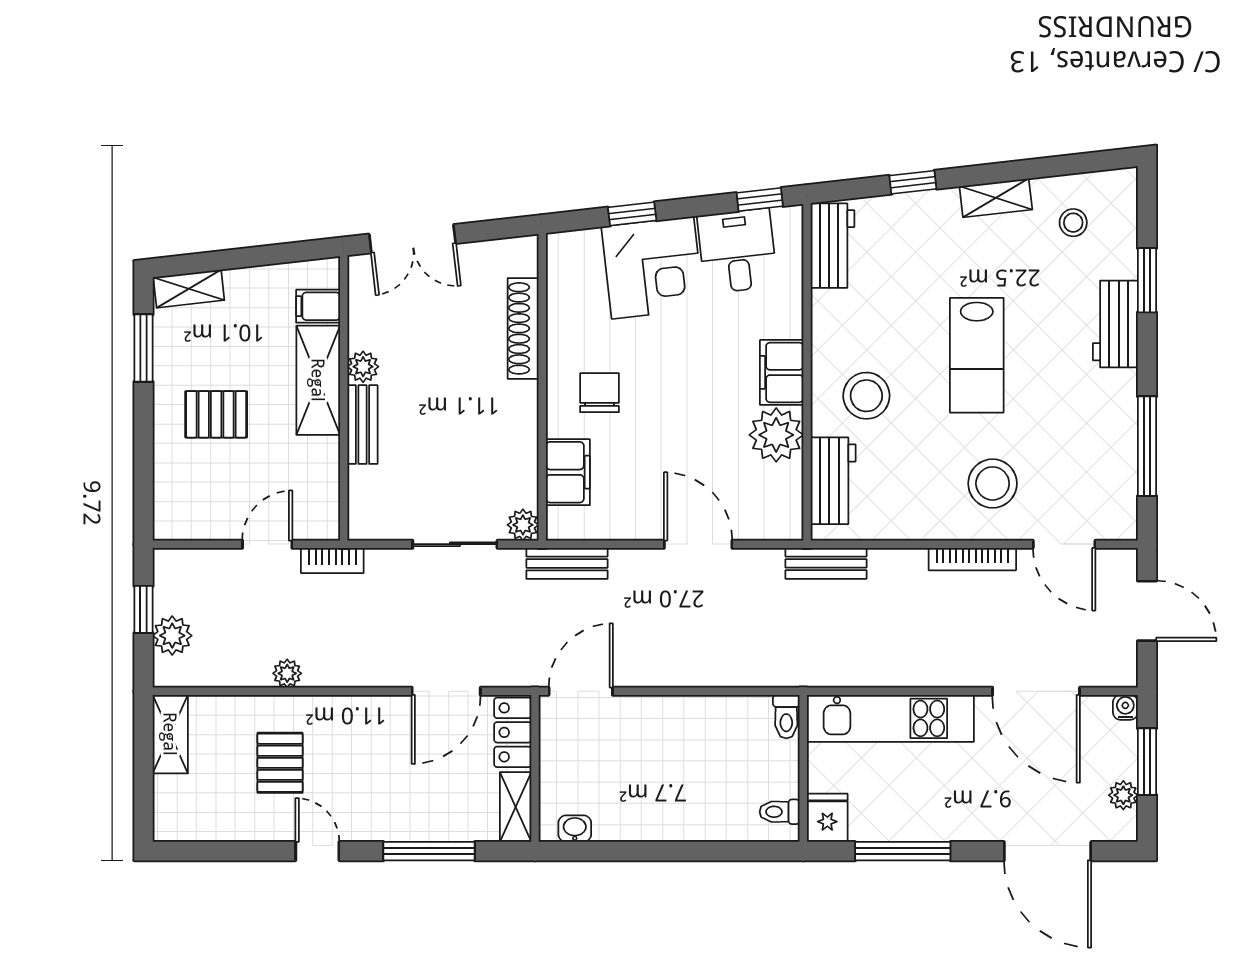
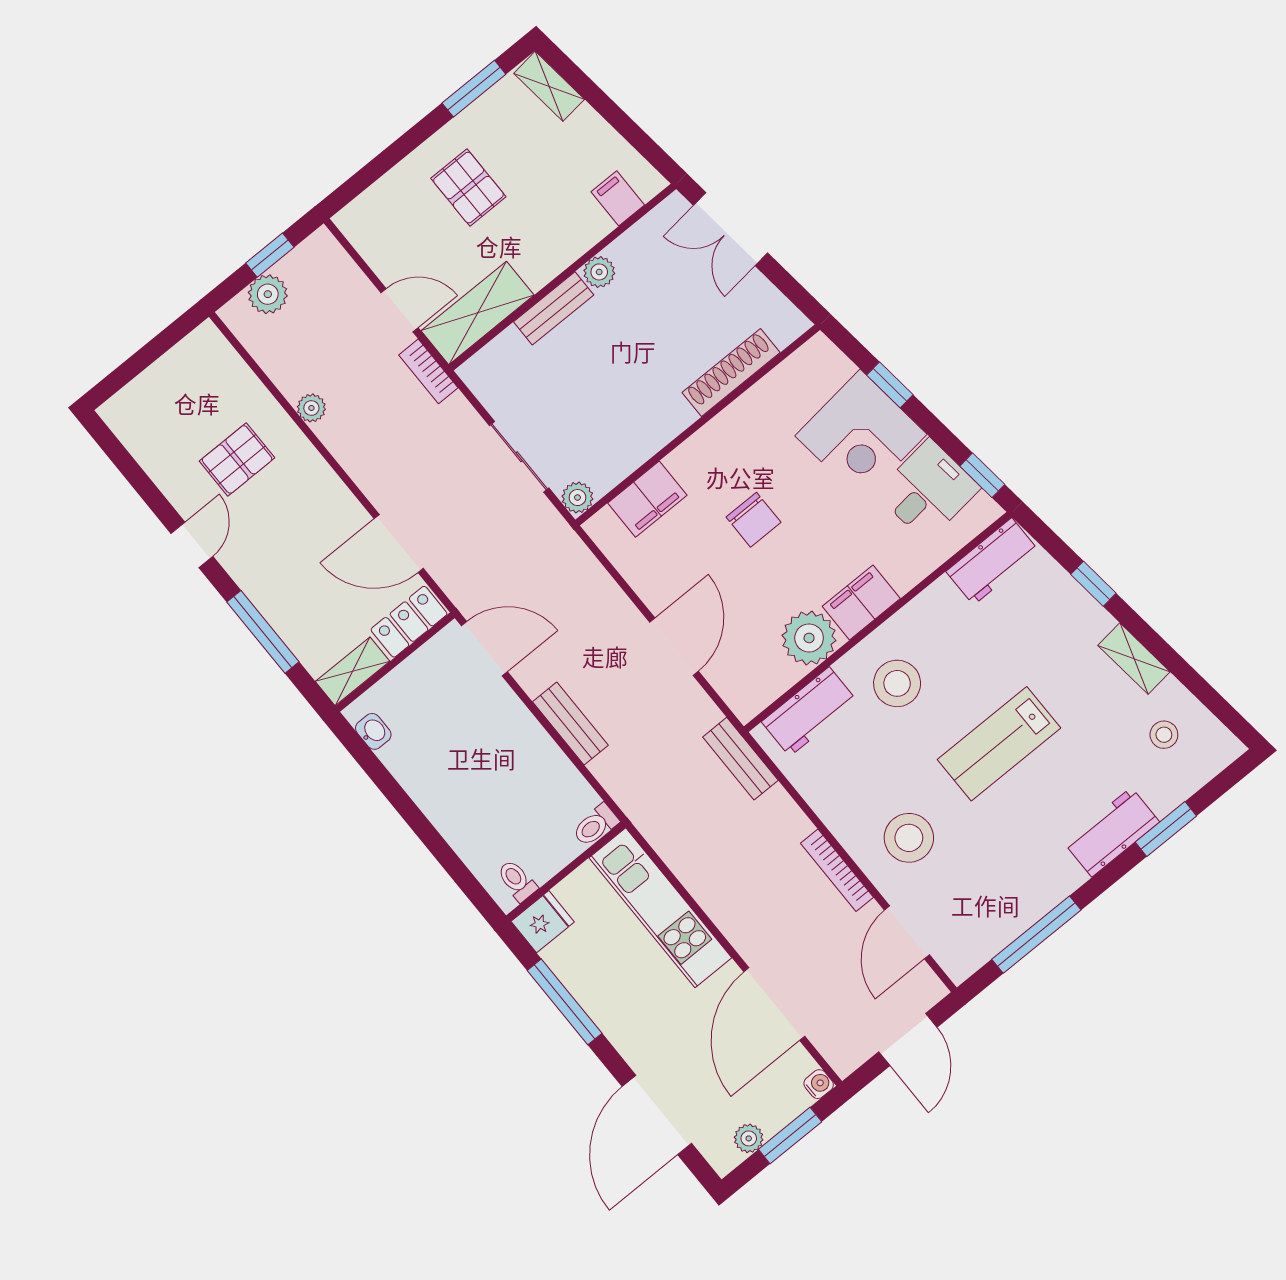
shelving: (318, 380) -> (478, 313), moved
chair: (599, 393) -> (753, 520), moved, turned 90
bench: (567, 563) -> (570, 724), moved
shelving: (170, 734) -> (190, 355), removed

